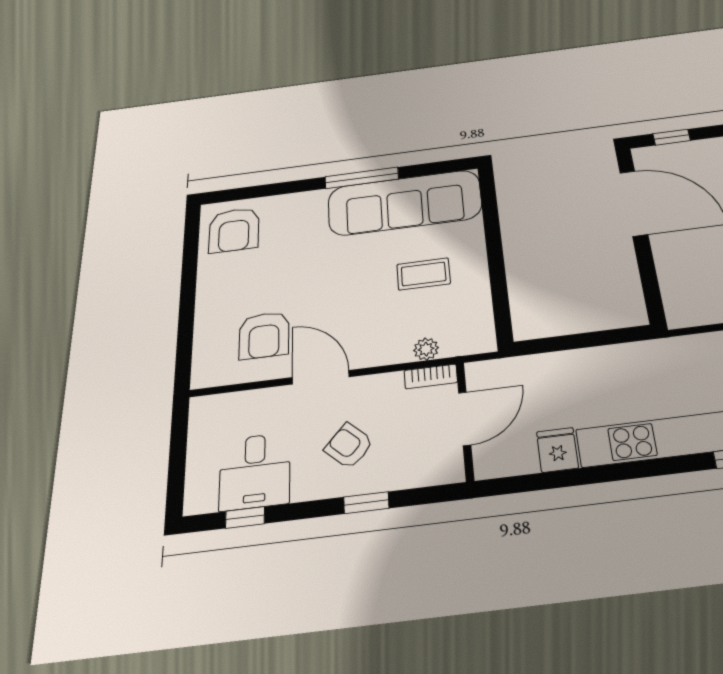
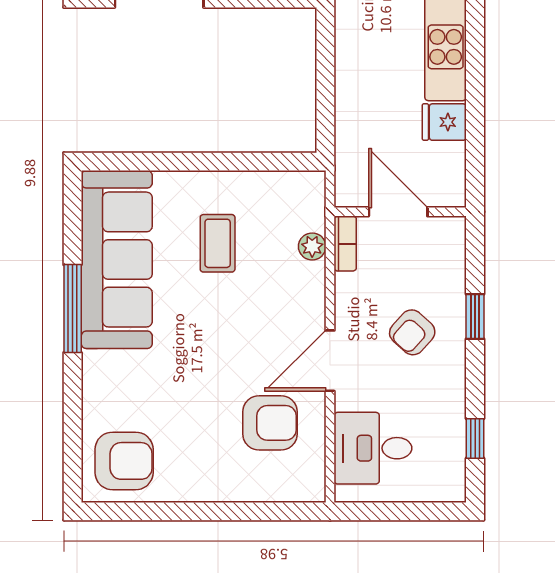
desk: (255, 471) -> (373, 448), moved, turned 180

